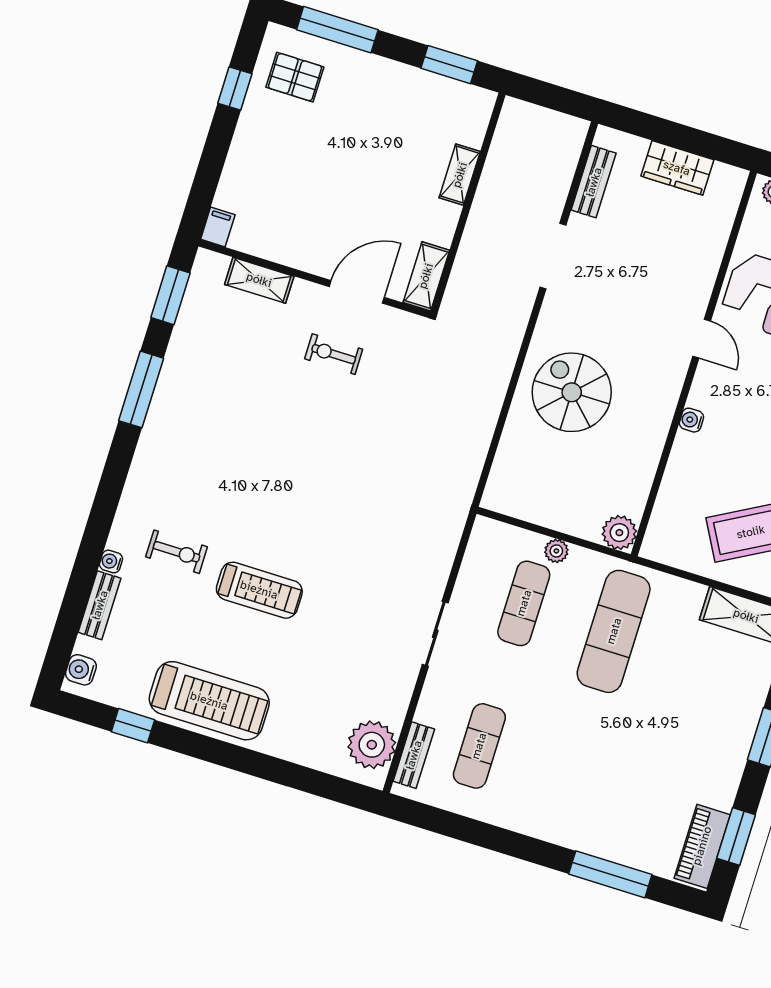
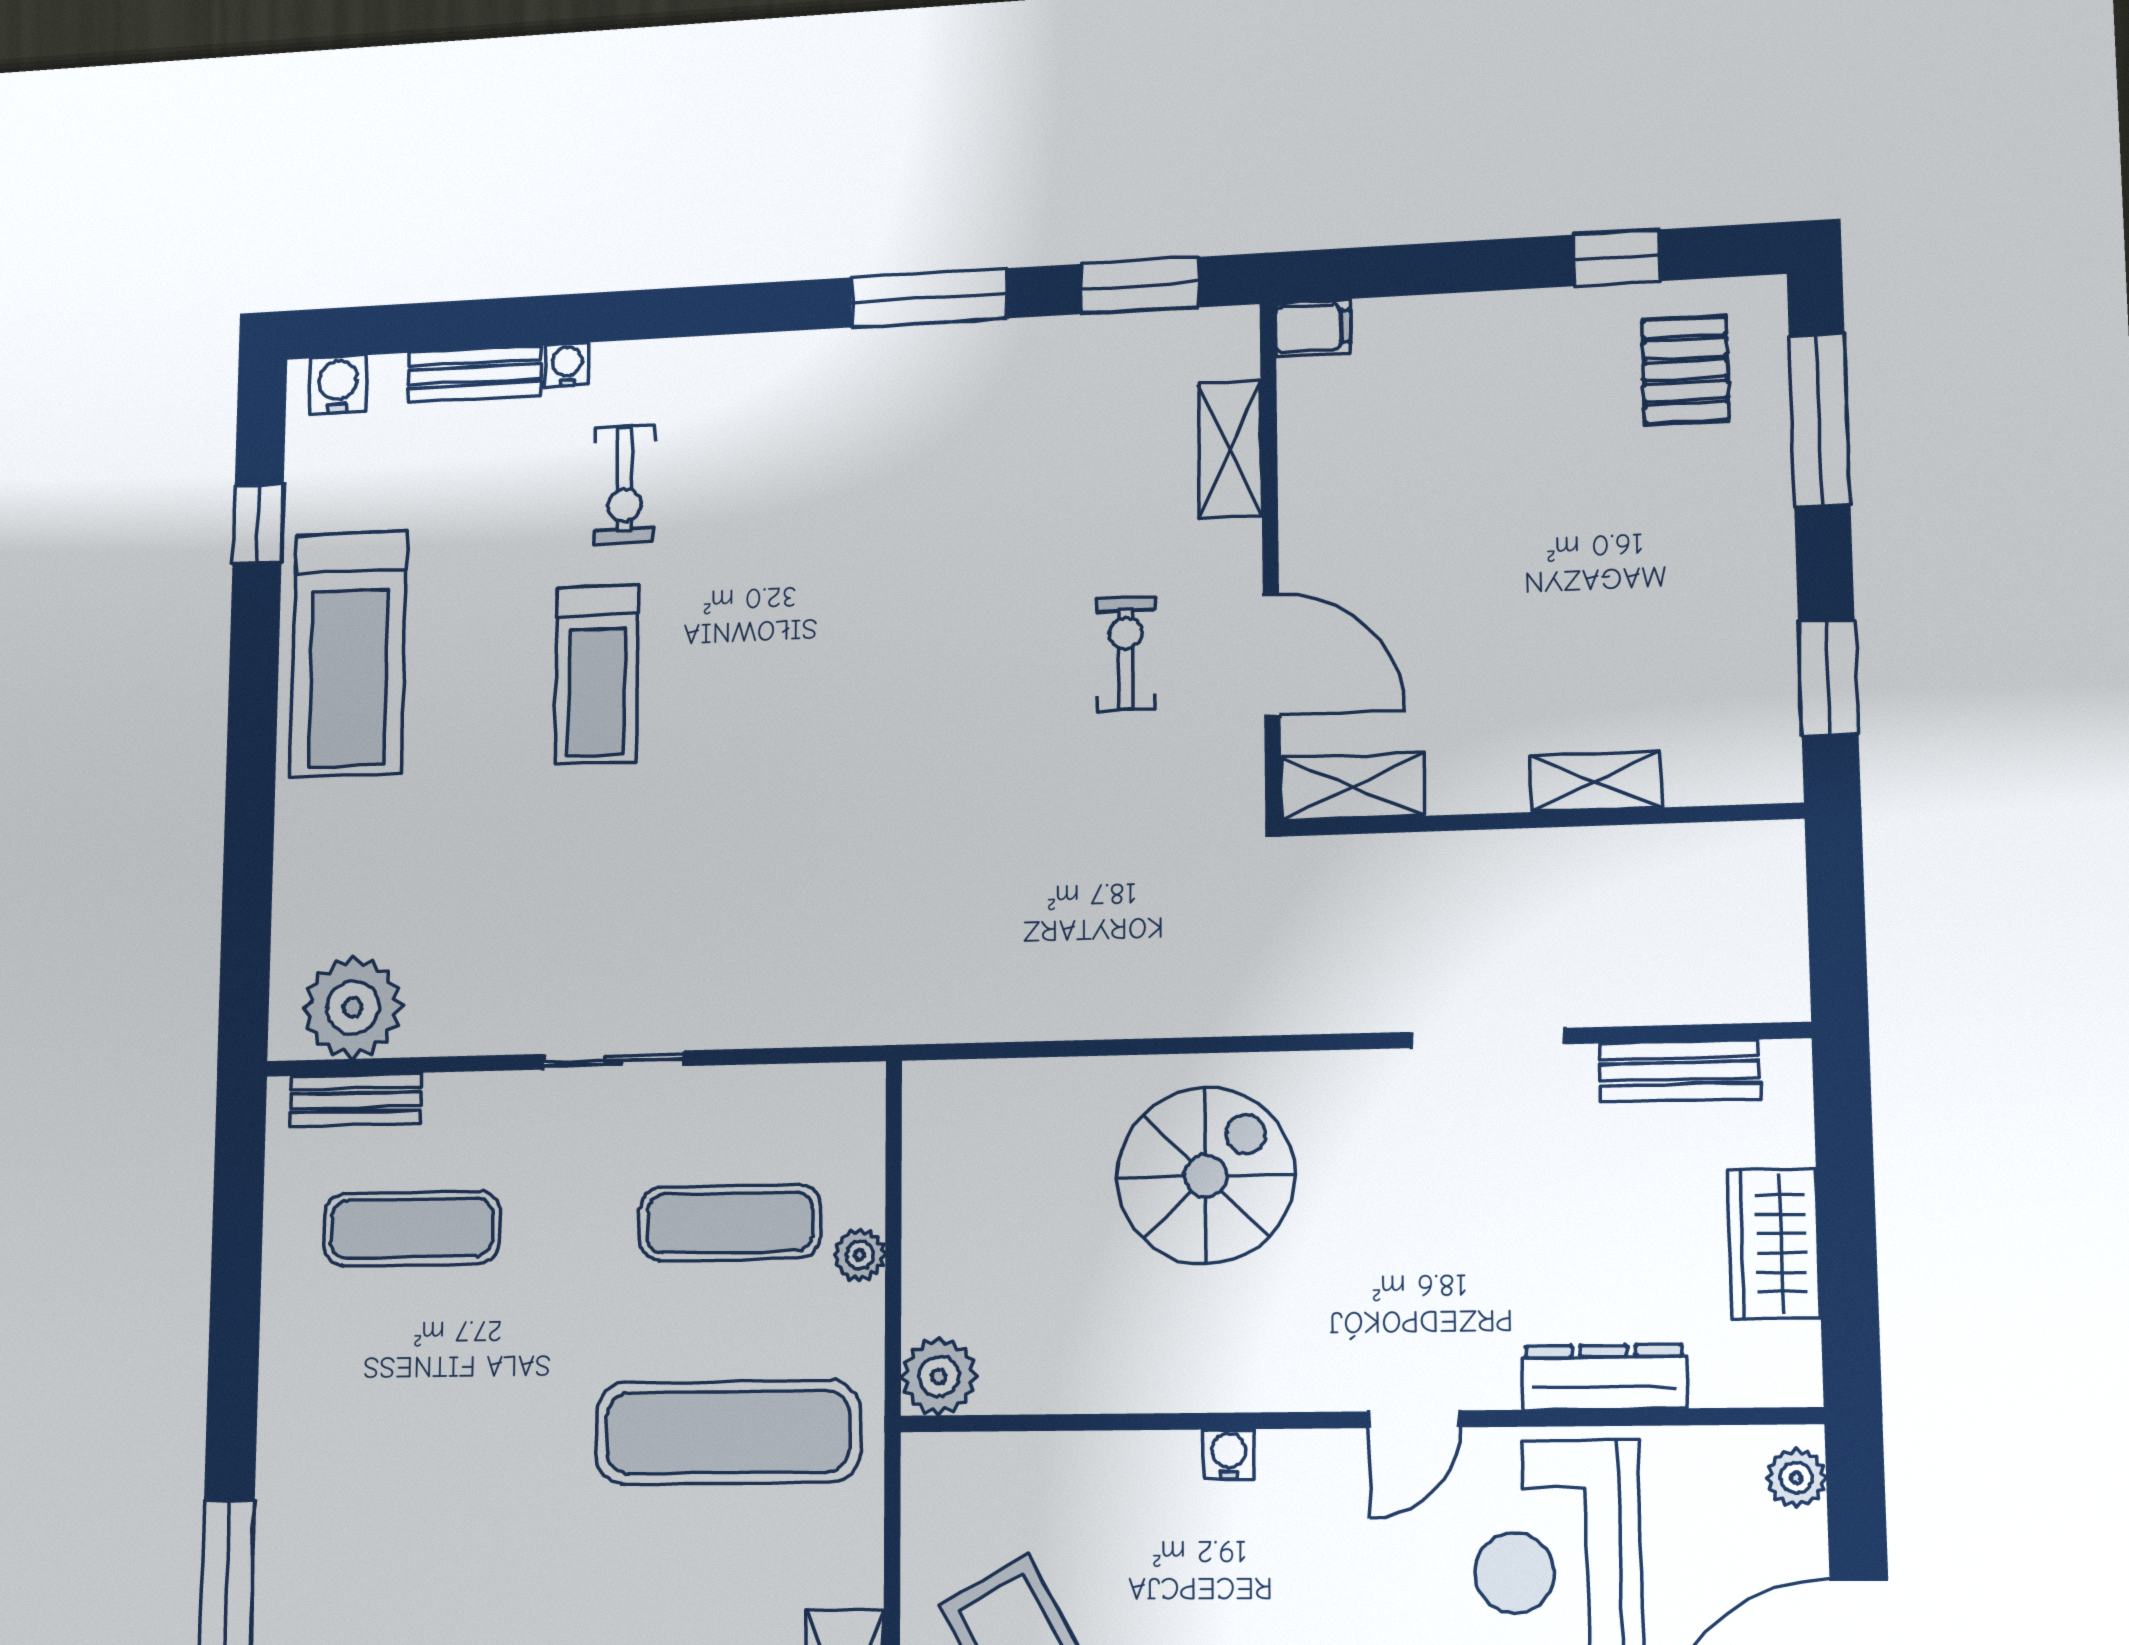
dresser: (709, 255) -> (1604, 1377), added

